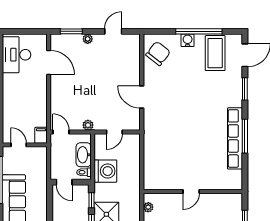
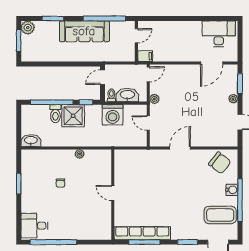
door: (191, 191) -> (113, 193), moved
wall: (193, 191) -> (113, 195), moved

